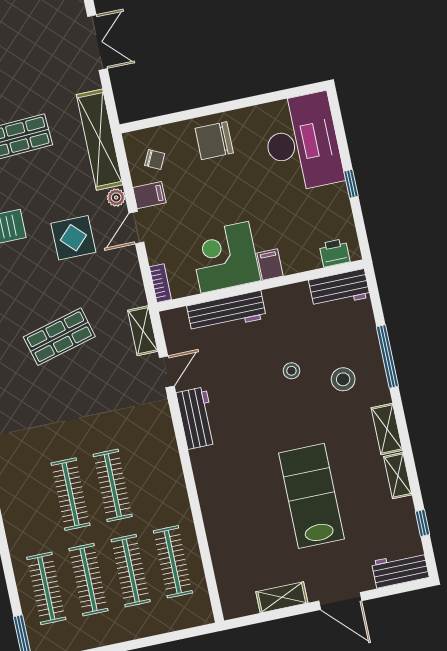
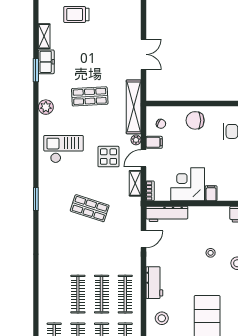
workbench: (226, 312) -> (167, 214), moved
shelving: (143, 331) -> (135, 183), moved
shop shelf: (59, 337) -> (90, 208), turned 33
workbench: (197, 418) -> (154, 283), moved
clothes rail: (155, 476) -> (125, 294), added
stool: (229, 506) -> (162, 318), added

